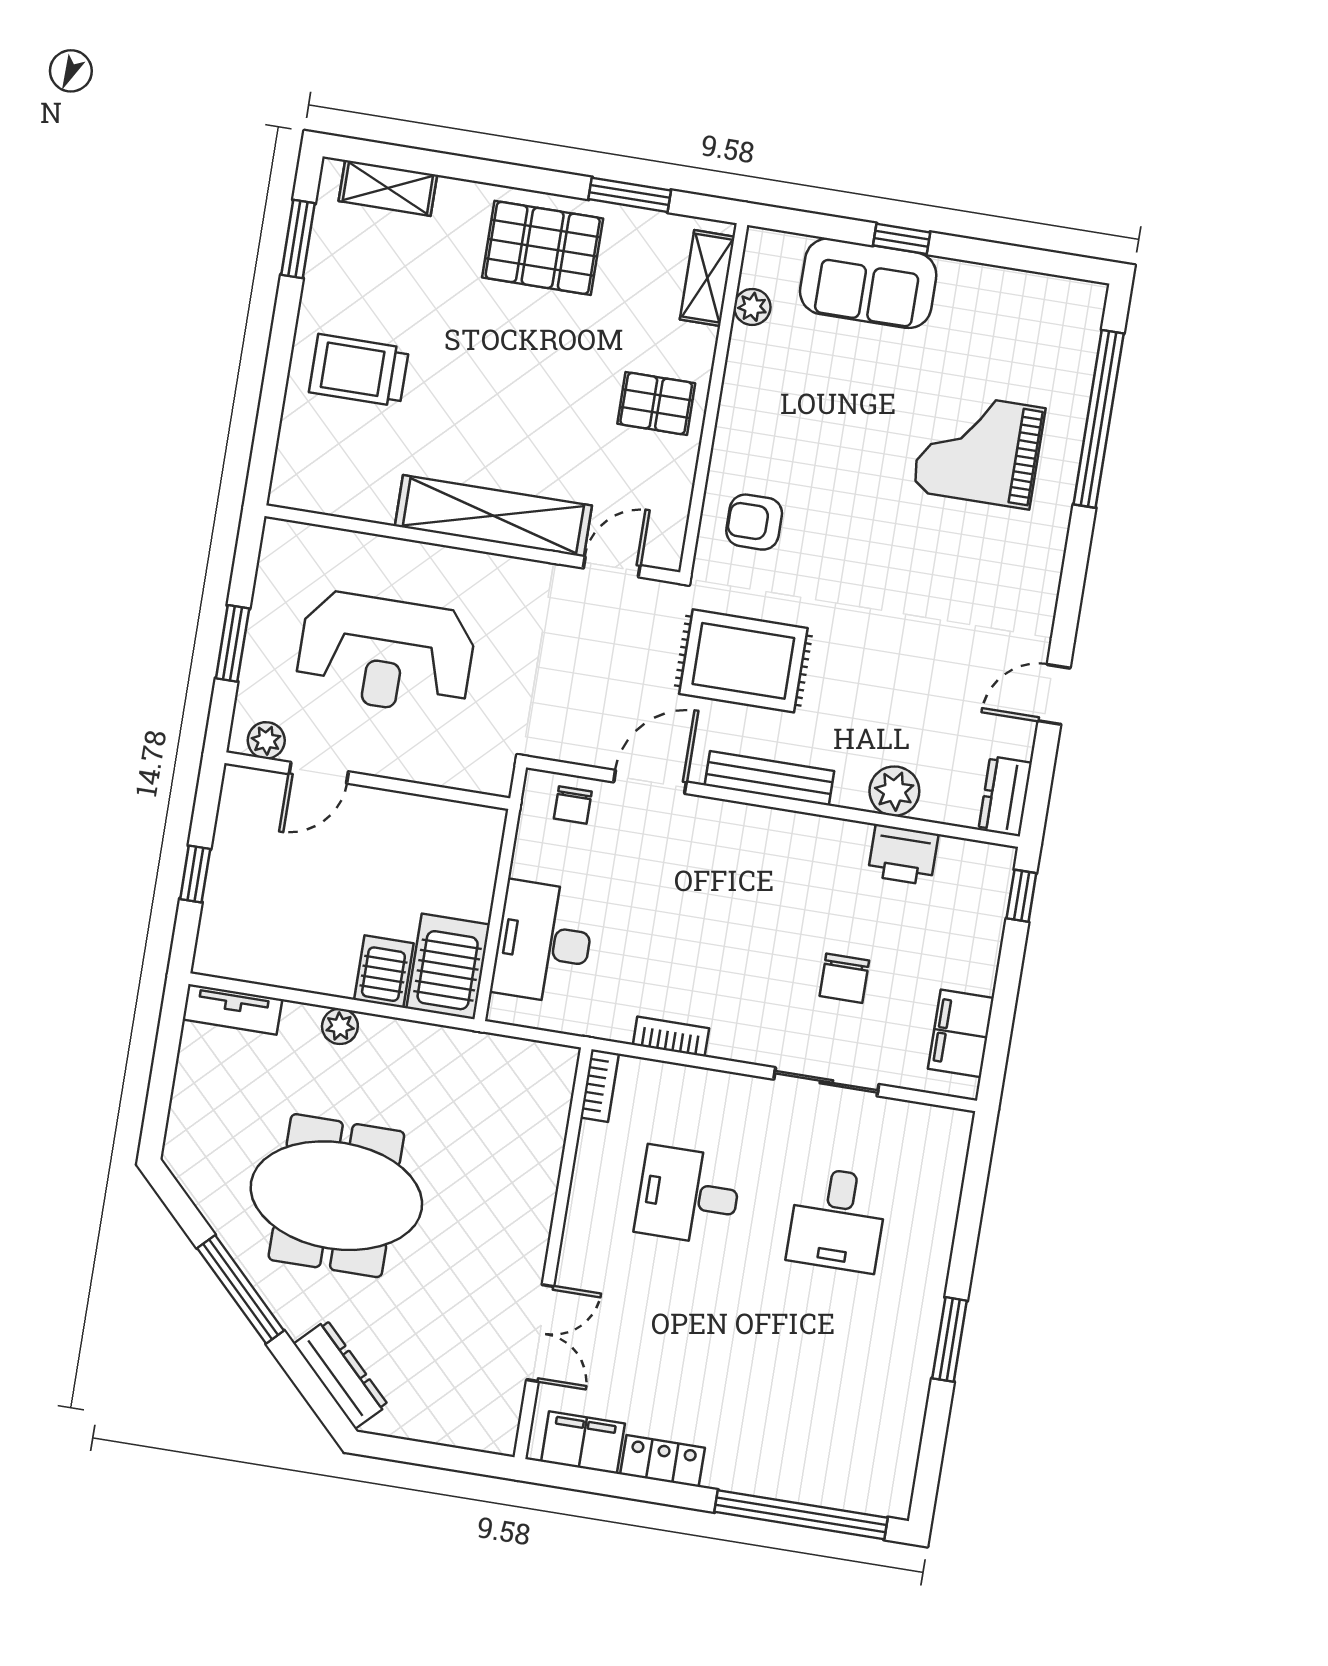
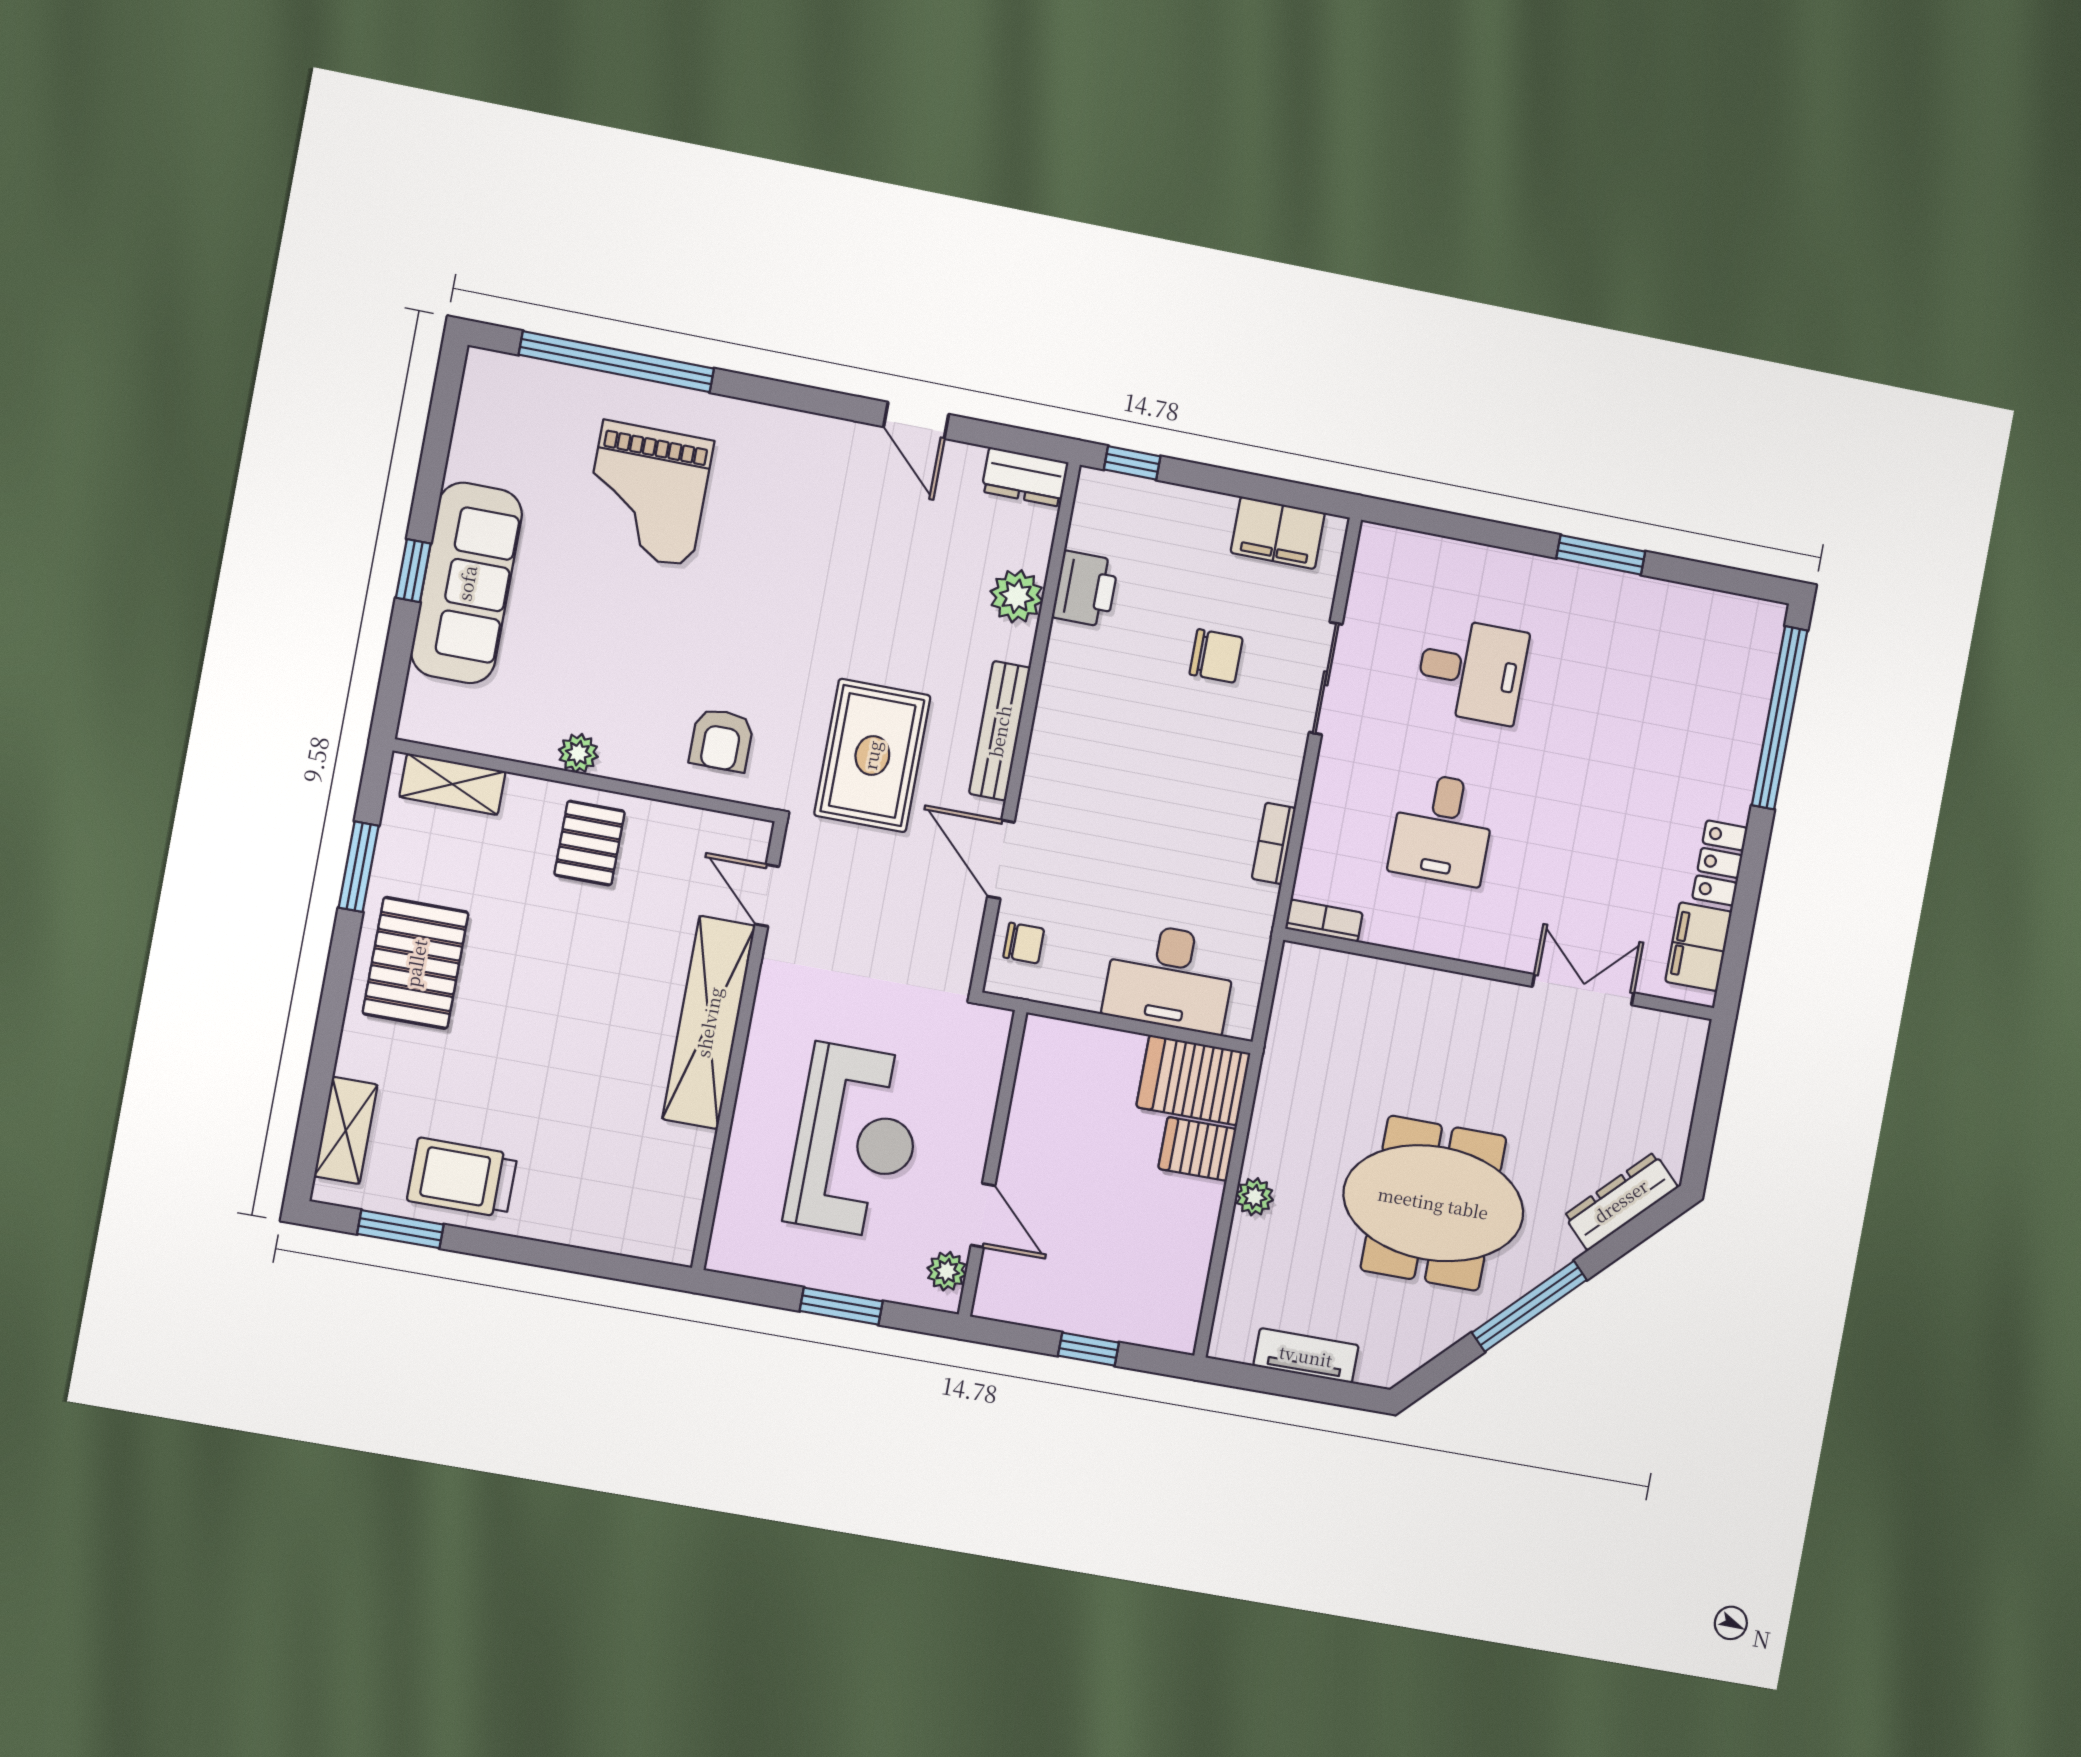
sofa: (868, 283) -> (467, 583), width x1.36
plant: (752, 307) -> (578, 753), moved
trolley: (359, 370) -> (462, 1178), moved, turned 90
tv unit: (232, 1009) -> (1306, 1356), moved, turned -90
meeting table: (336, 1196) -> (1433, 1203), turned 90

